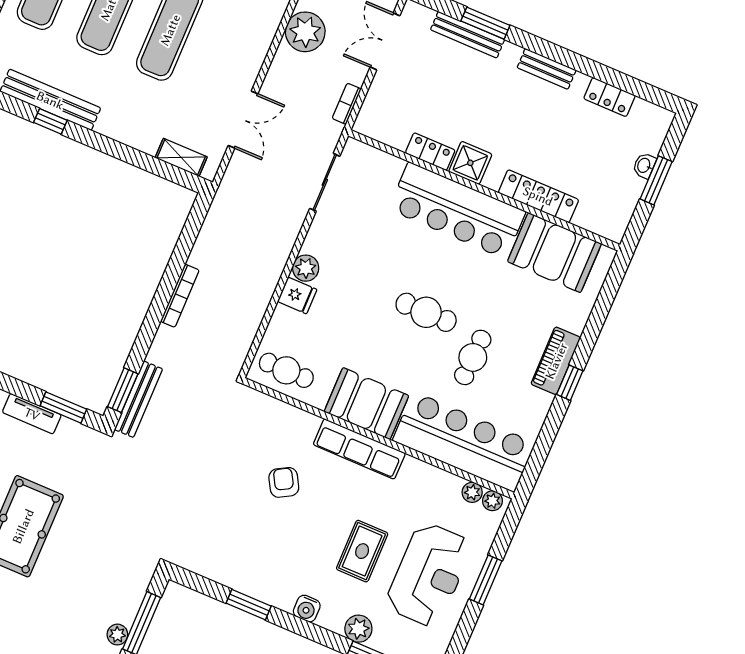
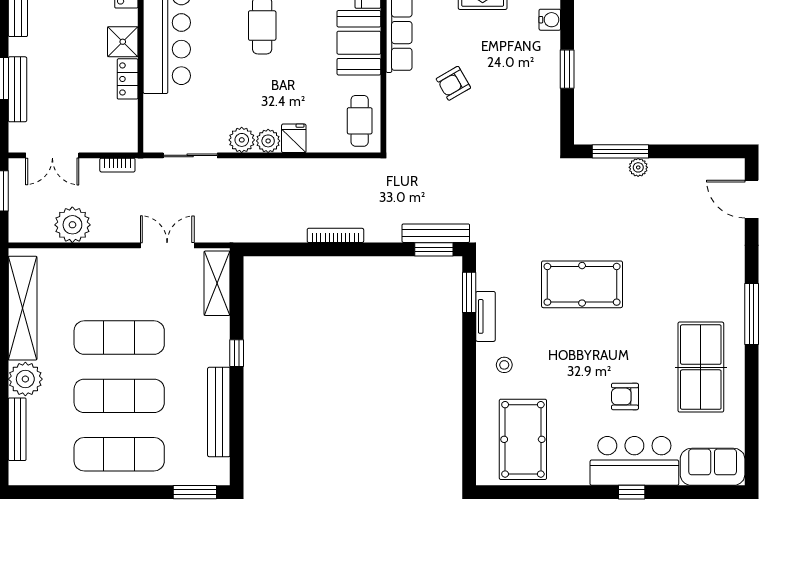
window: (50, 121) -> (237, 353), moved
shelving: (181, 157) -> (217, 283), width x1.50, depth x1.33
plant: (318, 242) -> (242, 140), added

